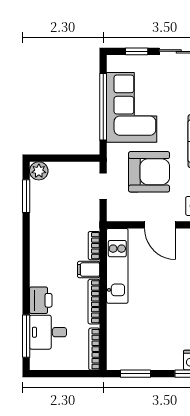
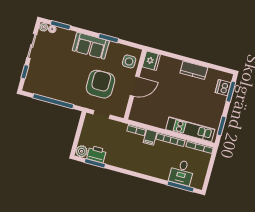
corner sofa: (132, 107) -> (58, 84), removed
kitchen unit: (117, 266) -> (190, 129), moved
printer: (41, 300) -> (97, 154), moved

